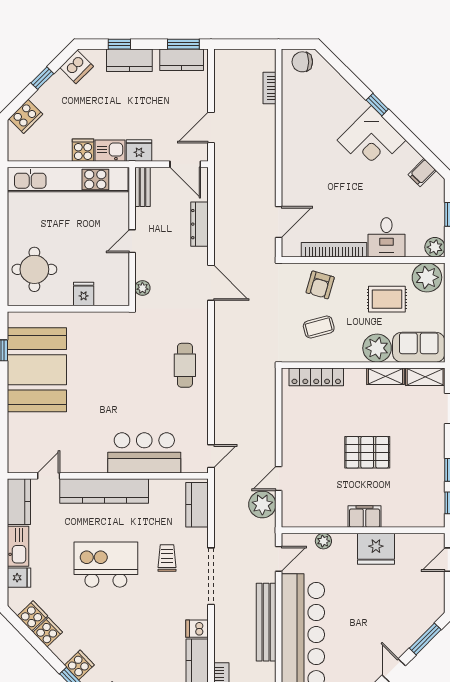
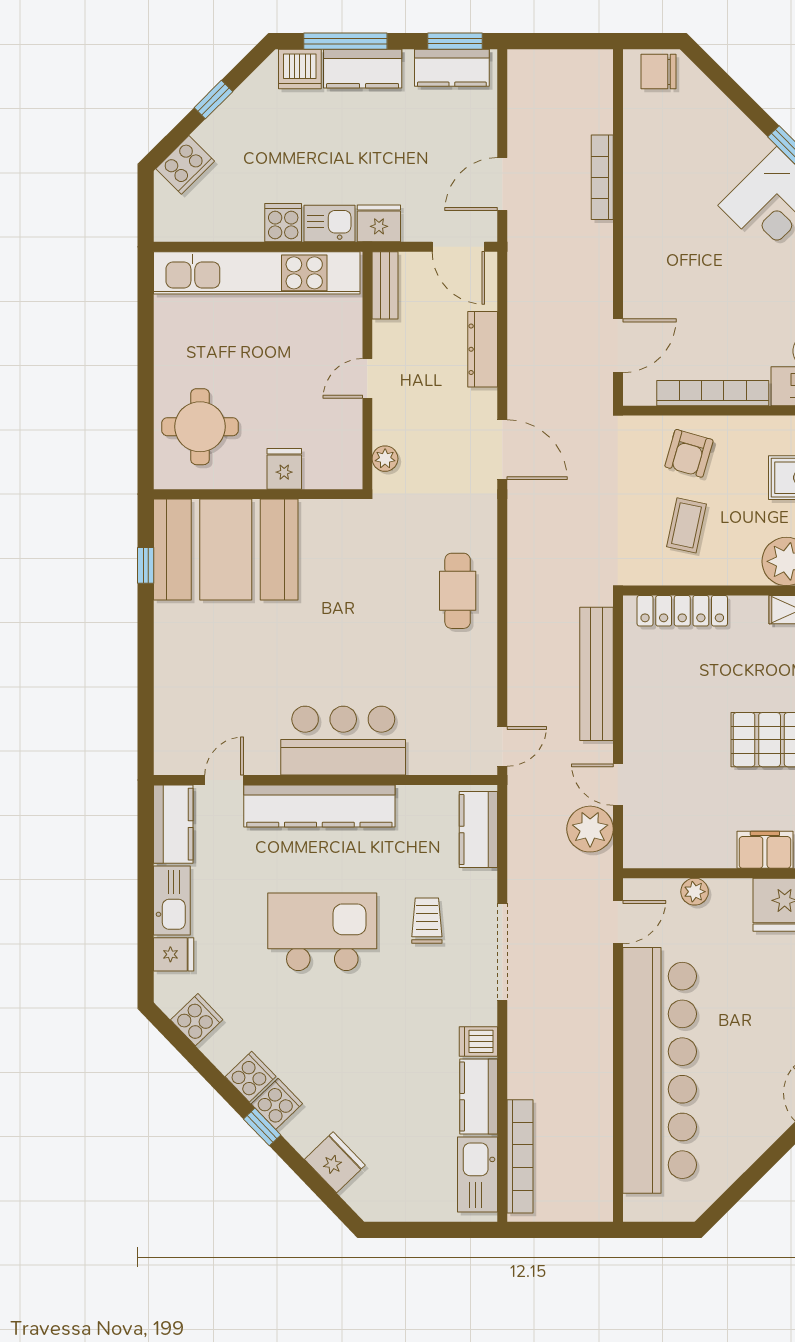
window: (119, 44) -> (345, 41), width x2.17
dishwasher: (77, 67) -> (300, 69), moved, turned 45
bookcase: (269, 88) -> (602, 177), moved, width x1.56
coffee table: (319, 327) -> (687, 525), turned -63
booth: (37, 370) -> (226, 549), moved, turned 90
bar counter: (144, 453) -> (343, 741), moved
door: (279, 479) -> (618, 785), hinge flipped
bench: (266, 622) -> (597, 674), moved
cooker: (48, 632) -> (251, 1077), moved

